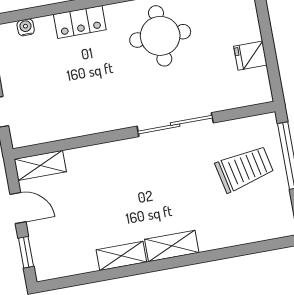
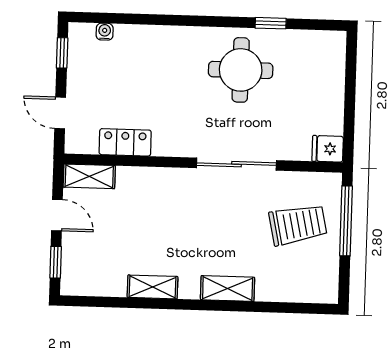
locker: (80, 22) -> (125, 142), moved, turned 180
fridge: (250, 56) -> (328, 149), moved
shelving: (172, 246) -> (228, 288), moved

